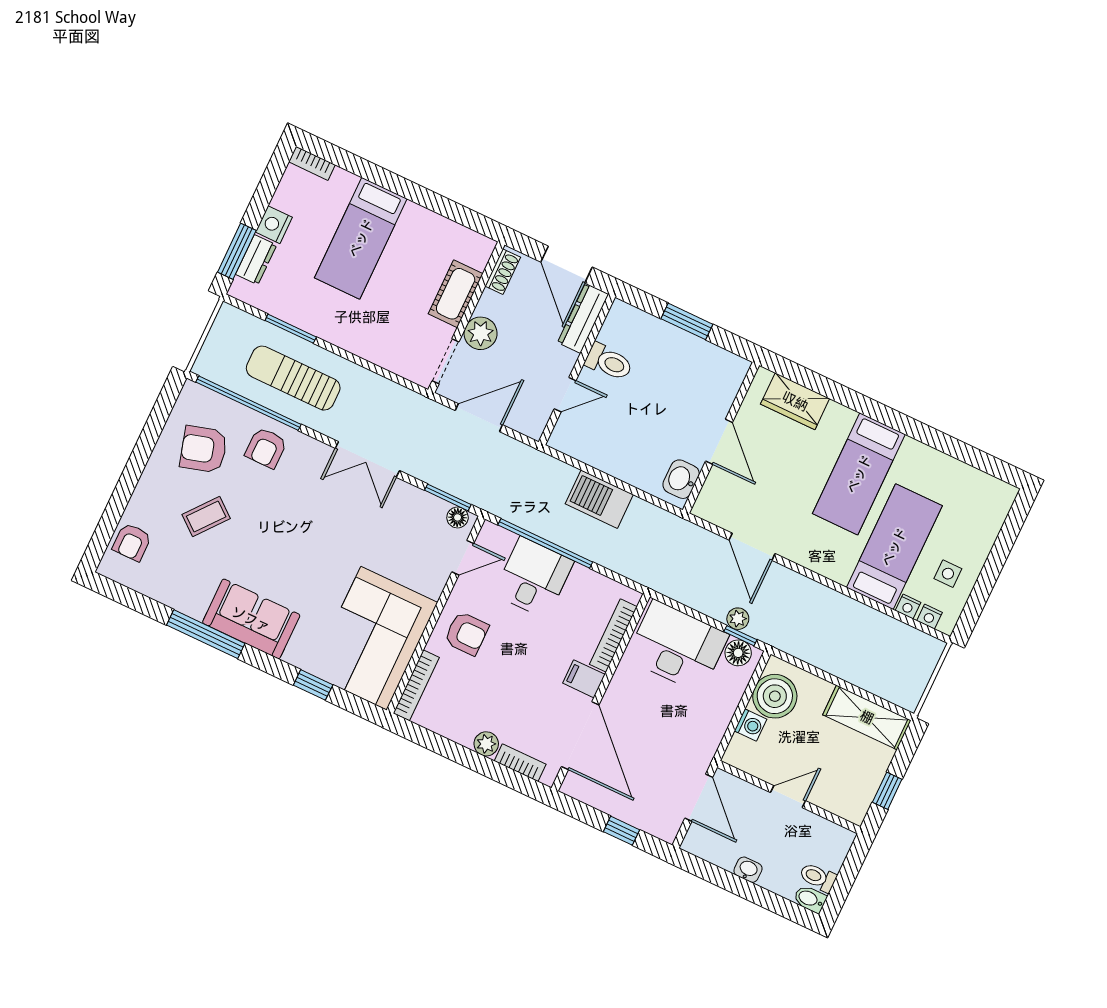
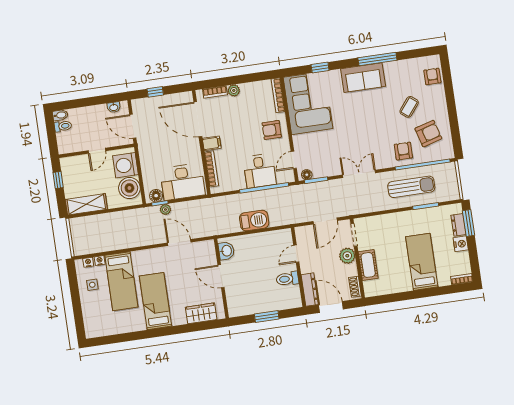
washing machine: (750, 725) -> (125, 165), width x1.89, depth x1.89
washbasin: (748, 870) -> (114, 107), moved

